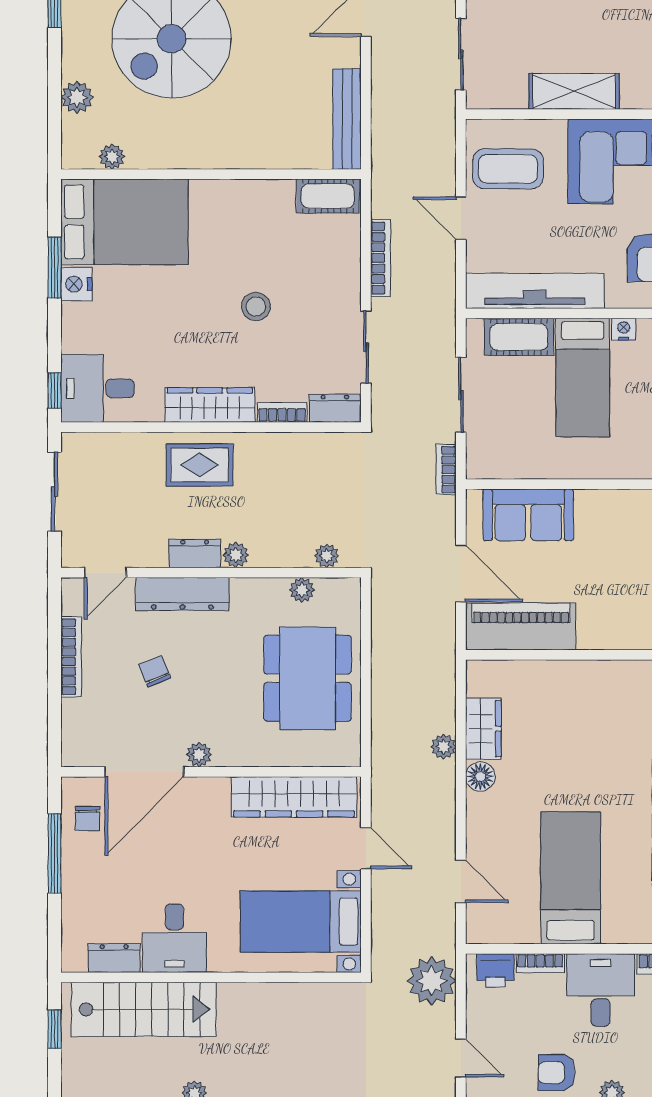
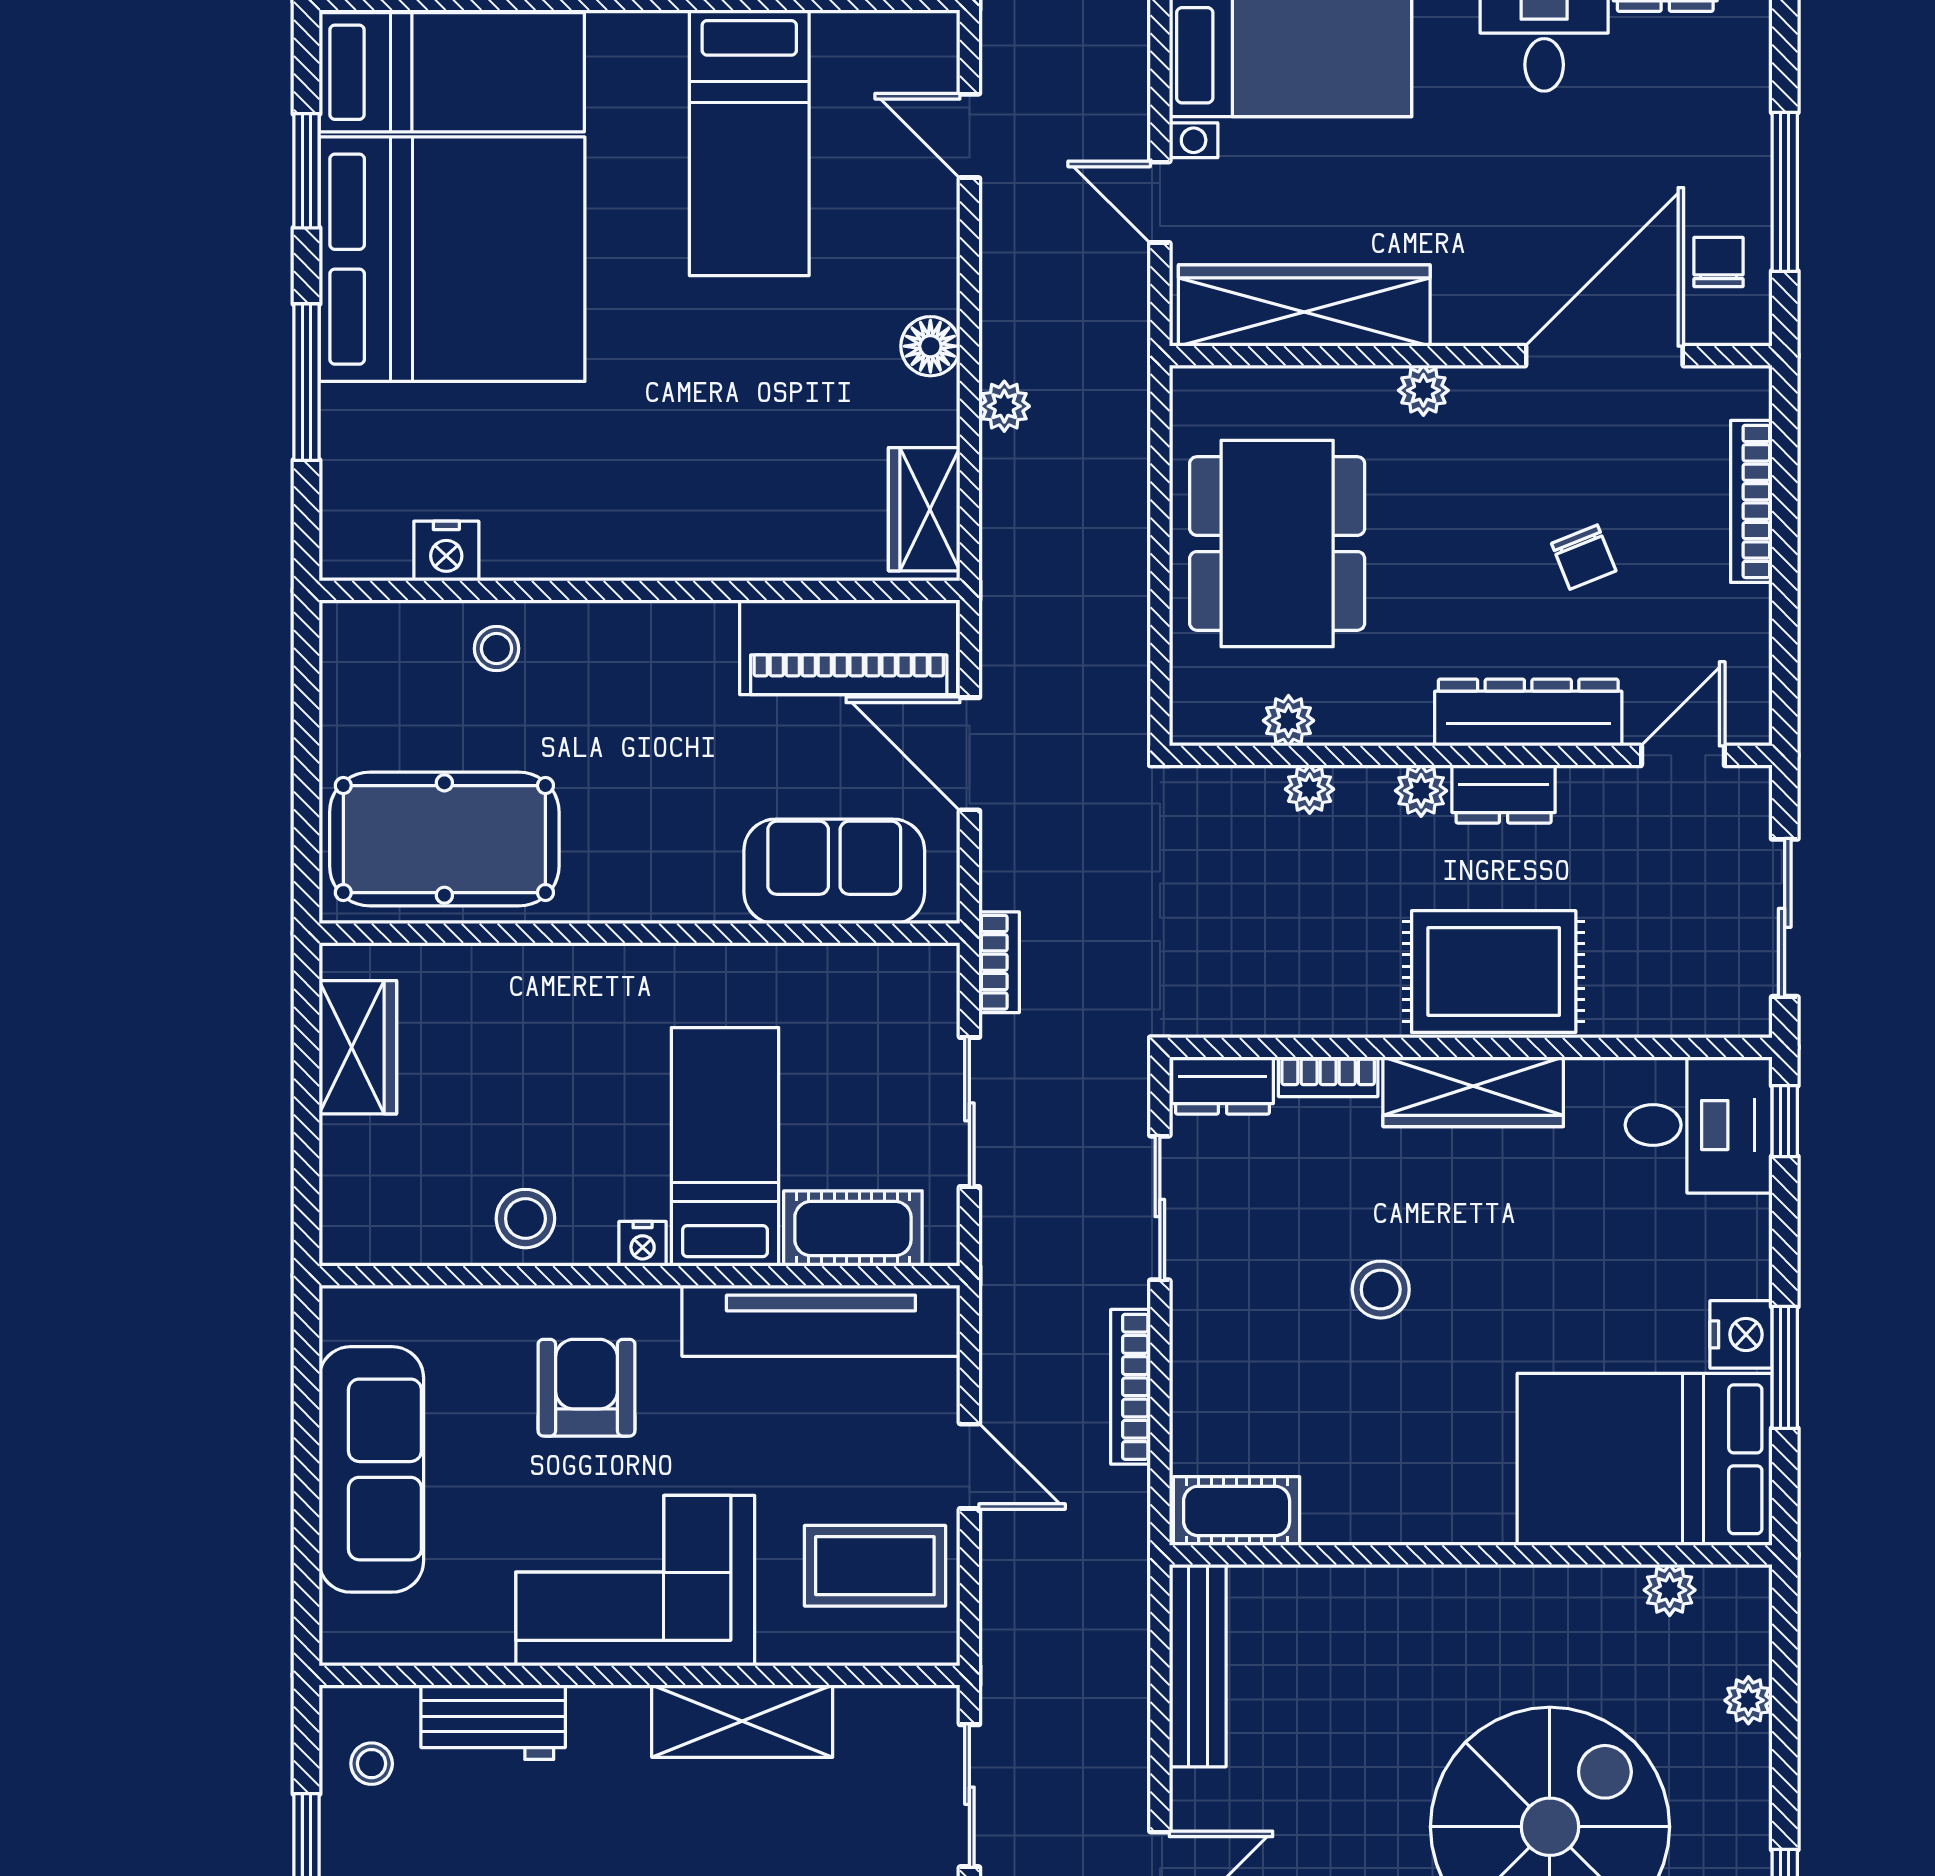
plant: (77, 97) -> (1748, 1700), width x0.73, depth x0.73
rug: (200, 465) -> (1494, 972), width x1.36, depth x1.43
plant: (327, 556) -> (1310, 789), moved
bookcase: (71, 657) -> (1751, 501), moved
wardrobe: (483, 729) -> (924, 509), moved
plant: (199, 755) -> (1423, 390), moved

